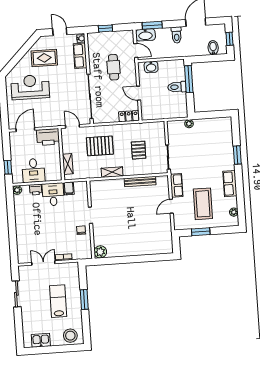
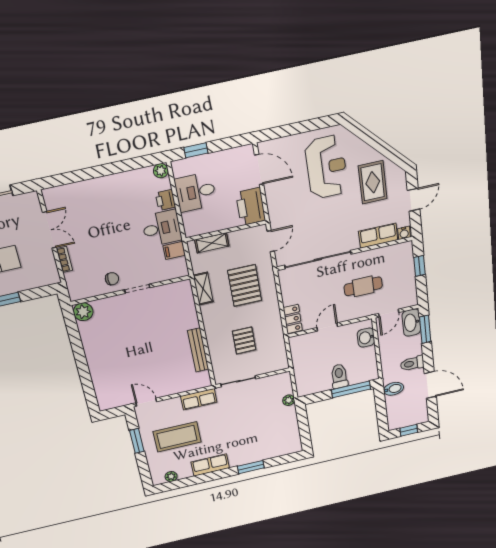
bidet: (213, 48) -> (393, 389), moved
pallet: (139, 150) -> (244, 340), turned 90
shelving: (112, 172) -> (203, 289), moved
door: (171, 206) -> (146, 402), moved

